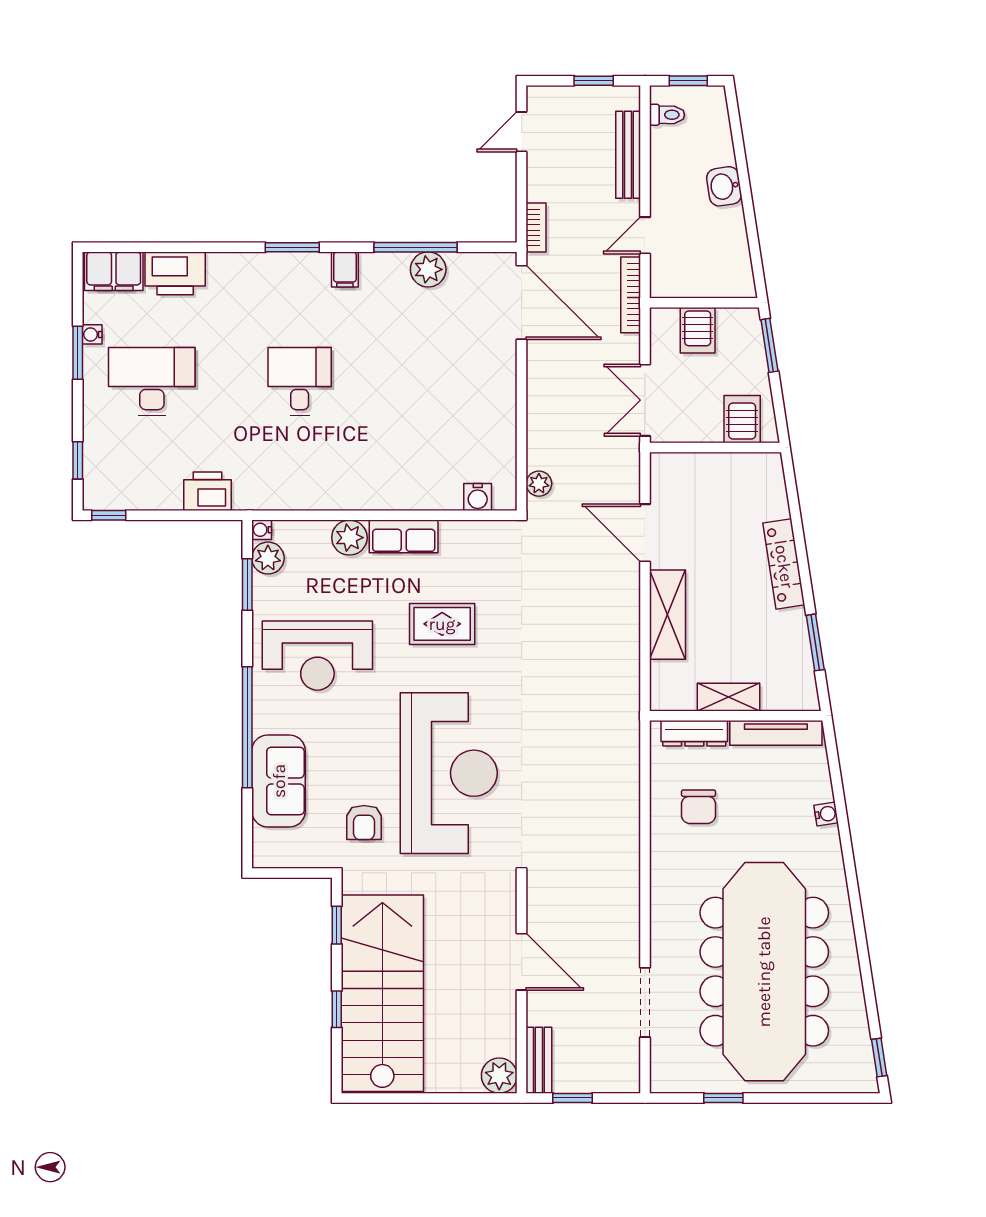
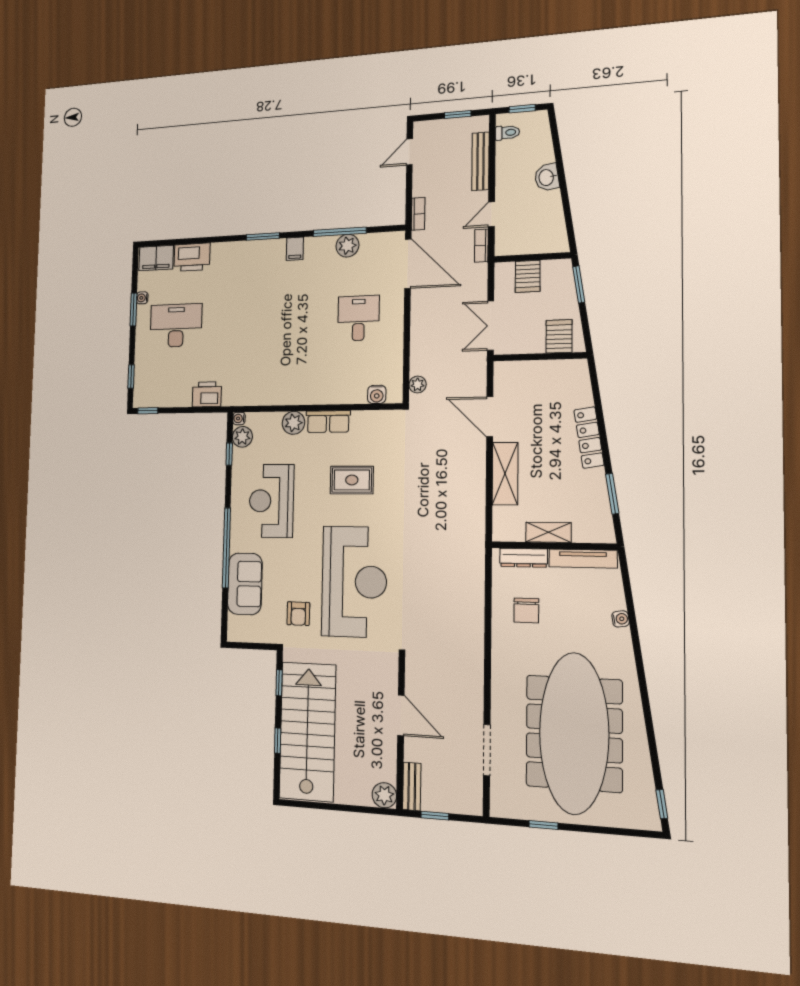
bookcase: (631, 295) -> (481, 246), width x0.64
desk: (300, 381) -> (358, 318), moved
window: (247, 585) -> (229, 454), width x0.67
reception desk: (317, 656) -> (271, 501), turned 90

